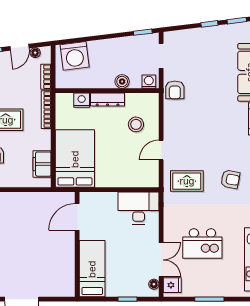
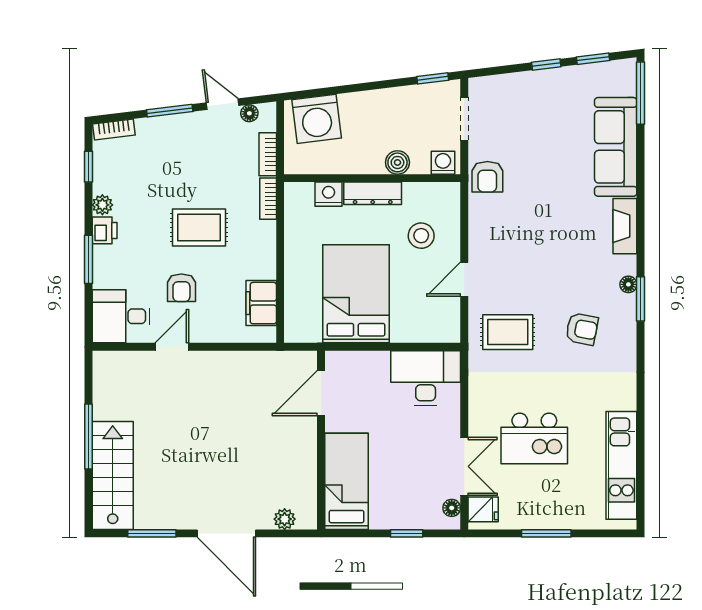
door: (19, 47) -> (223, 104), swing flipped
bookcase: (46, 110) -> (268, 199), width x0.64
bed: (75, 159) -> (356, 294), moved
plant: (56, 291) -> (285, 519), added

